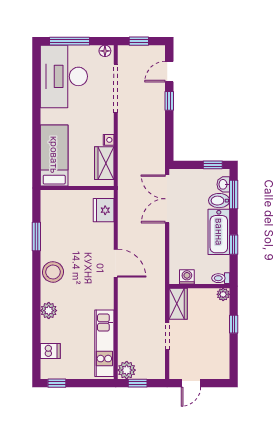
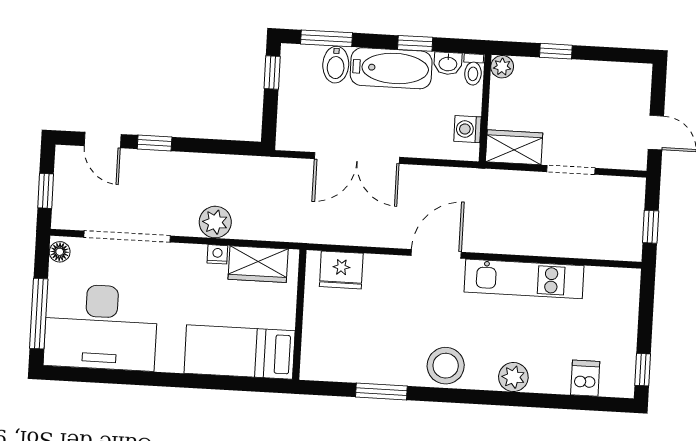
washbasin: (223, 184) -> (448, 63), moved
double door: (167, 199) -> (357, 158), moved
kitchen unit: (104, 343) -> (524, 279), moved
plant: (127, 370) -> (215, 222), moved

